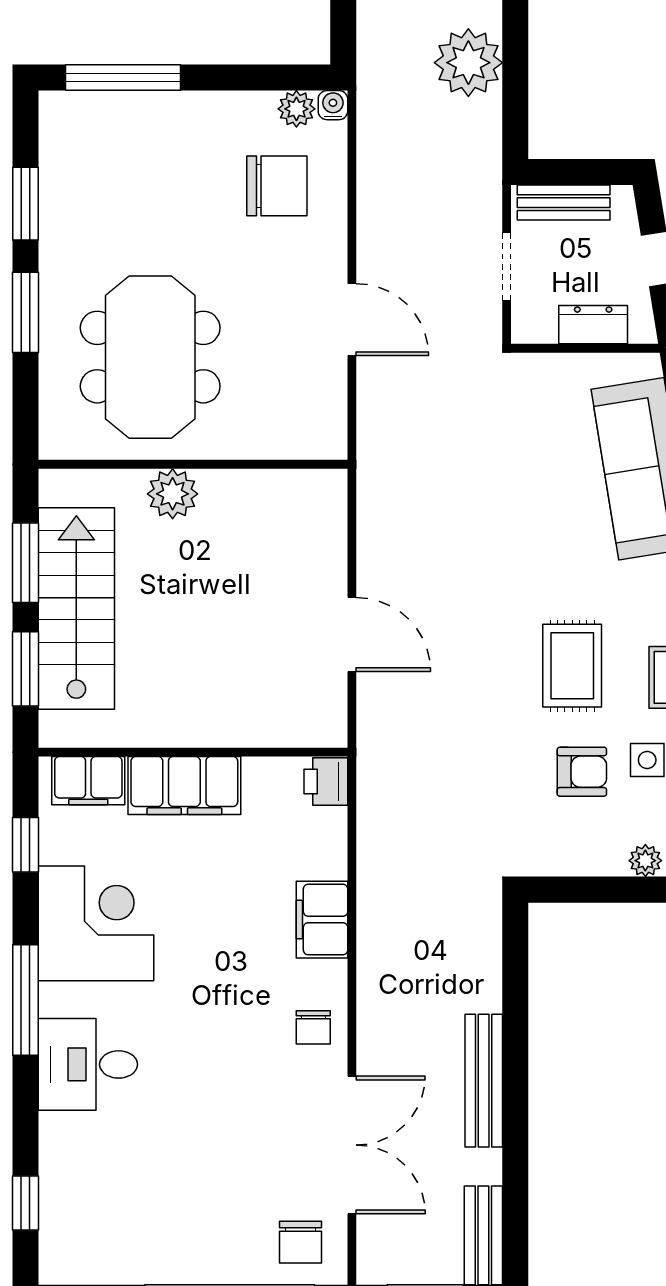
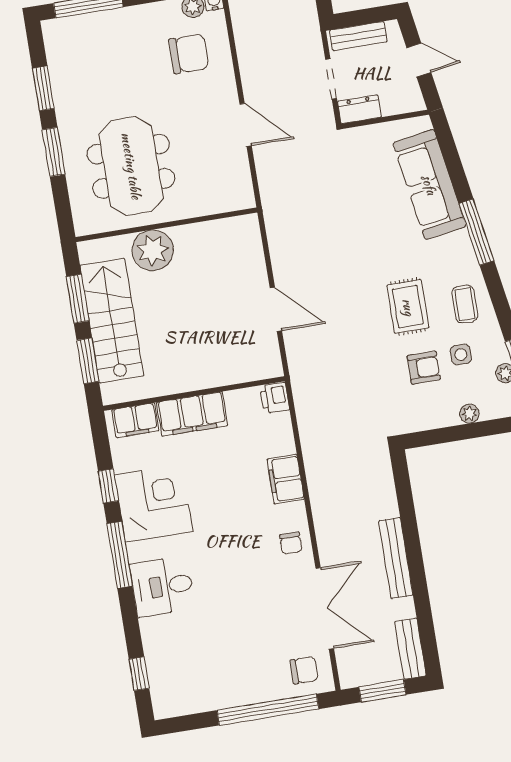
dresser: (593, 325) -> (359, 109), moved
plant: (173, 494) -> (153, 250), width x1.36, depth x1.36
window: (25, 845) -> (108, 486), moved
chair: (301, 1242) -> (304, 670), turned -90

